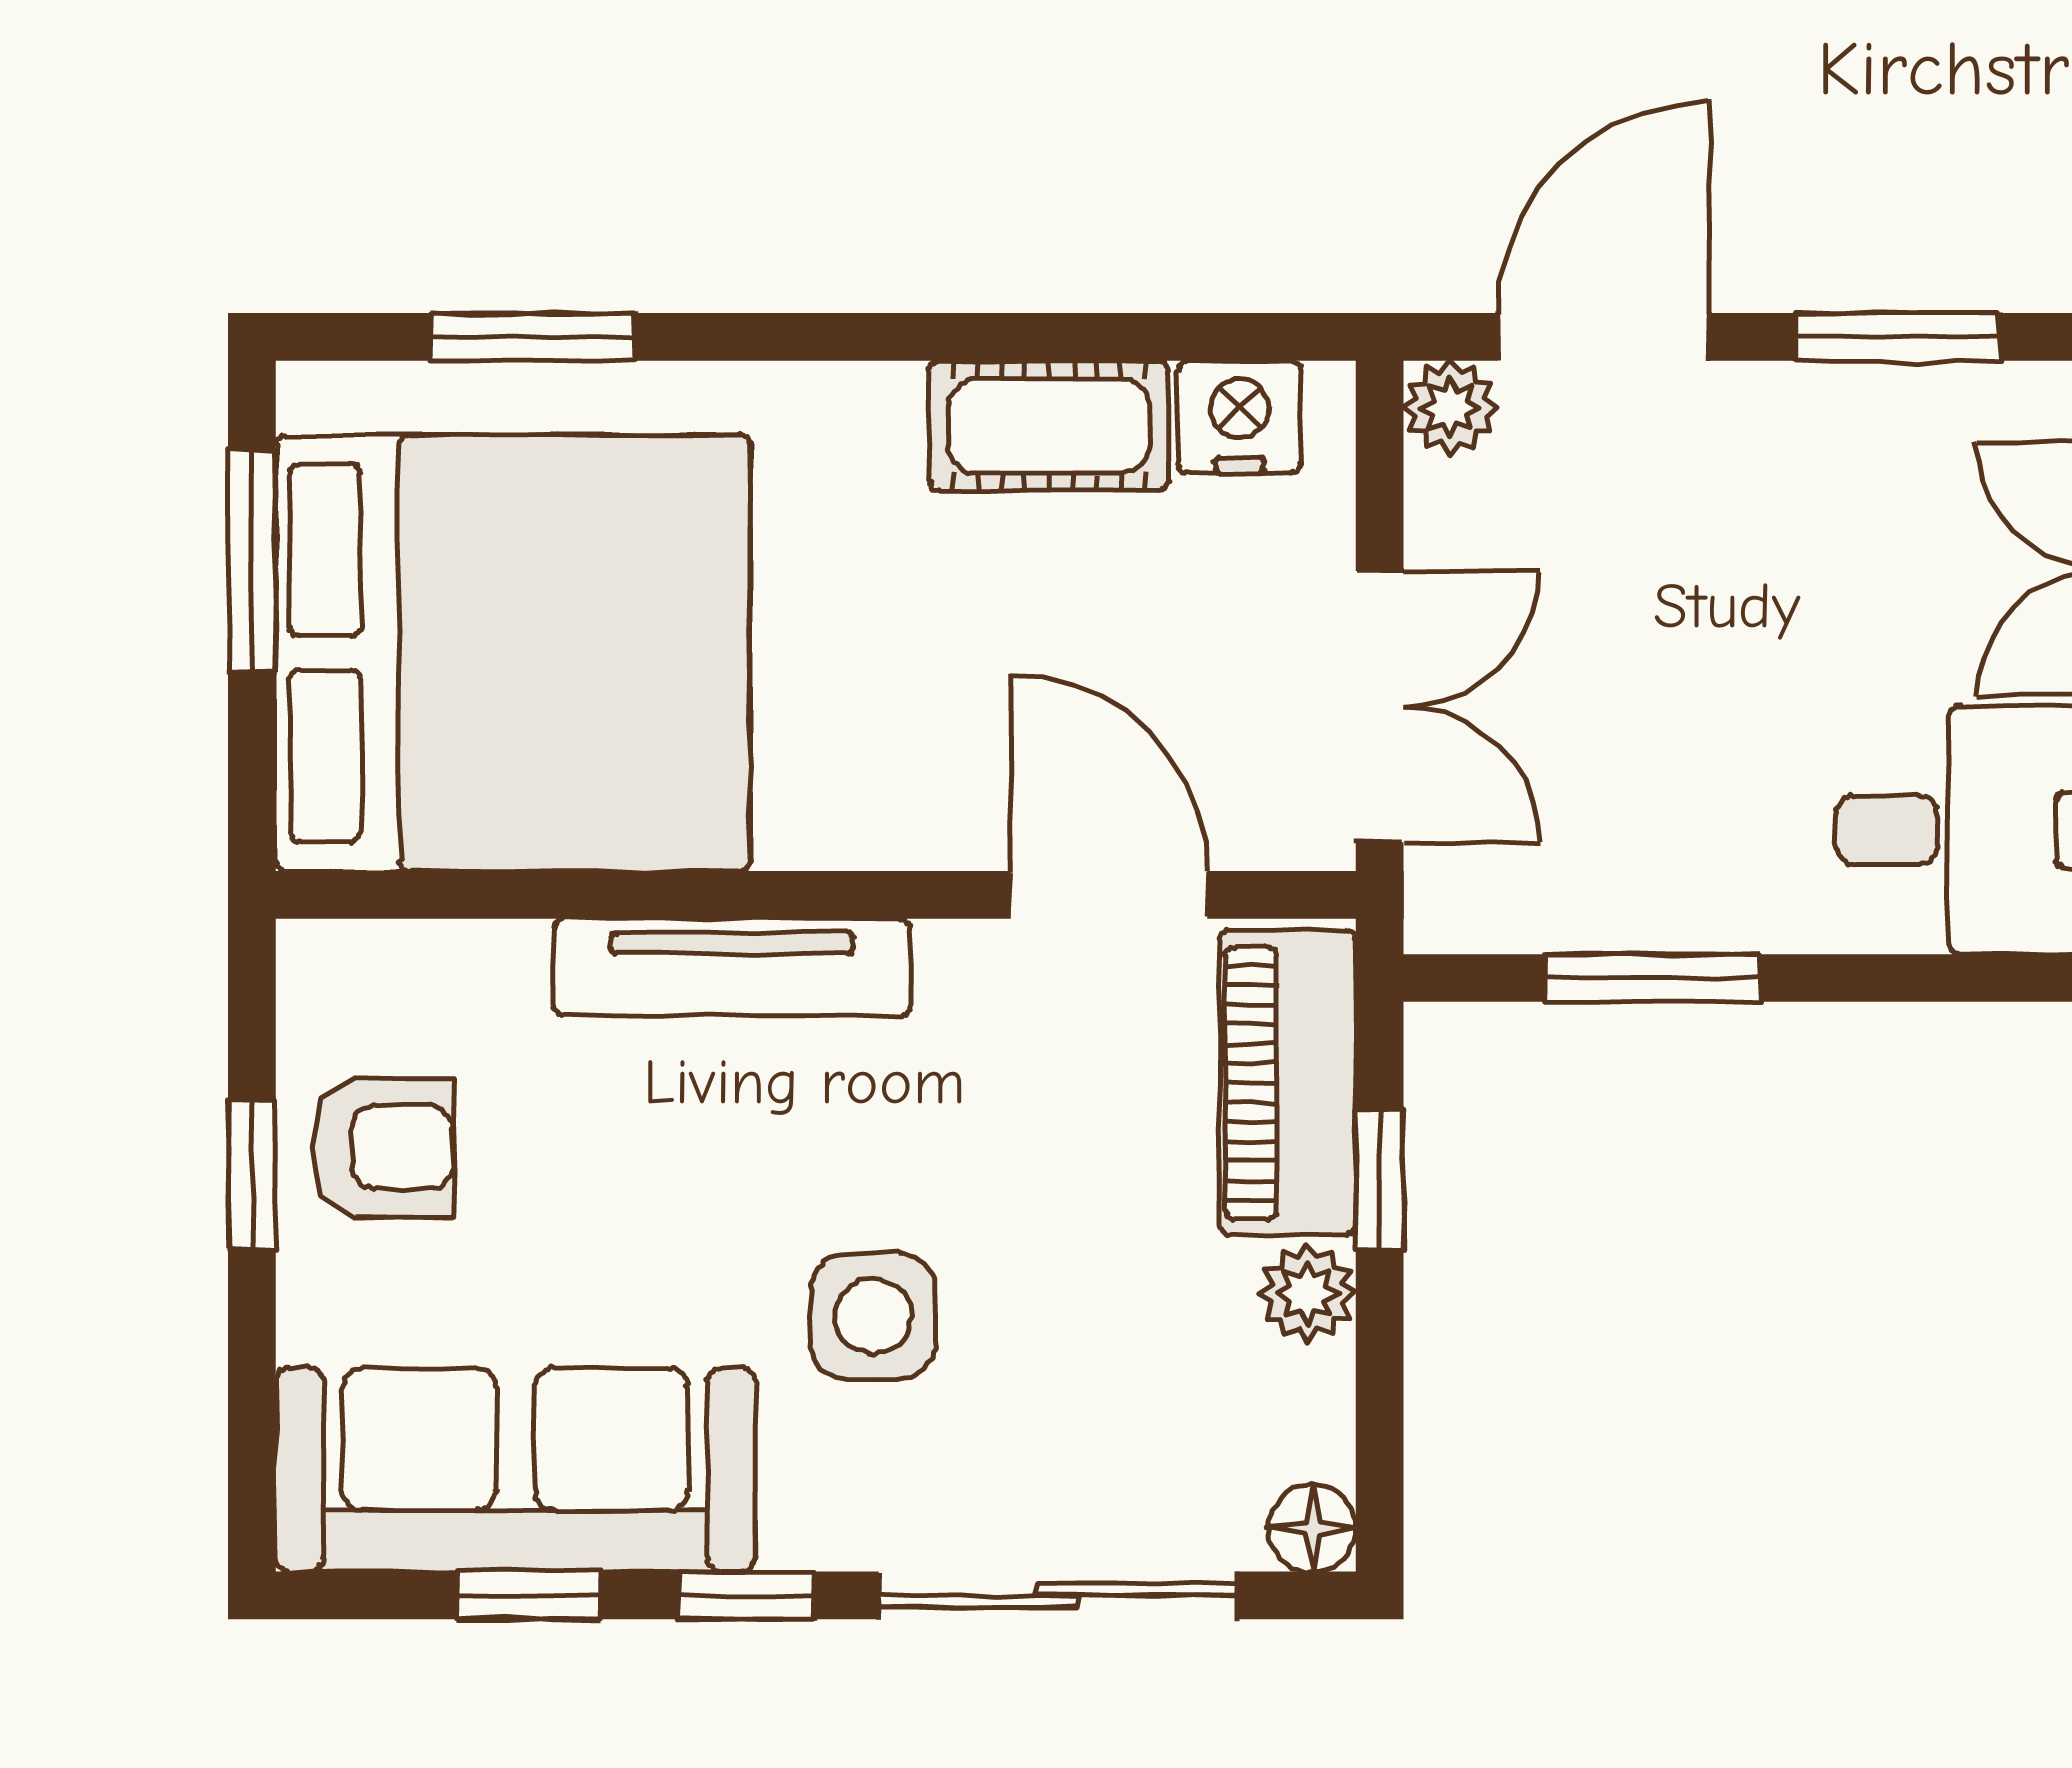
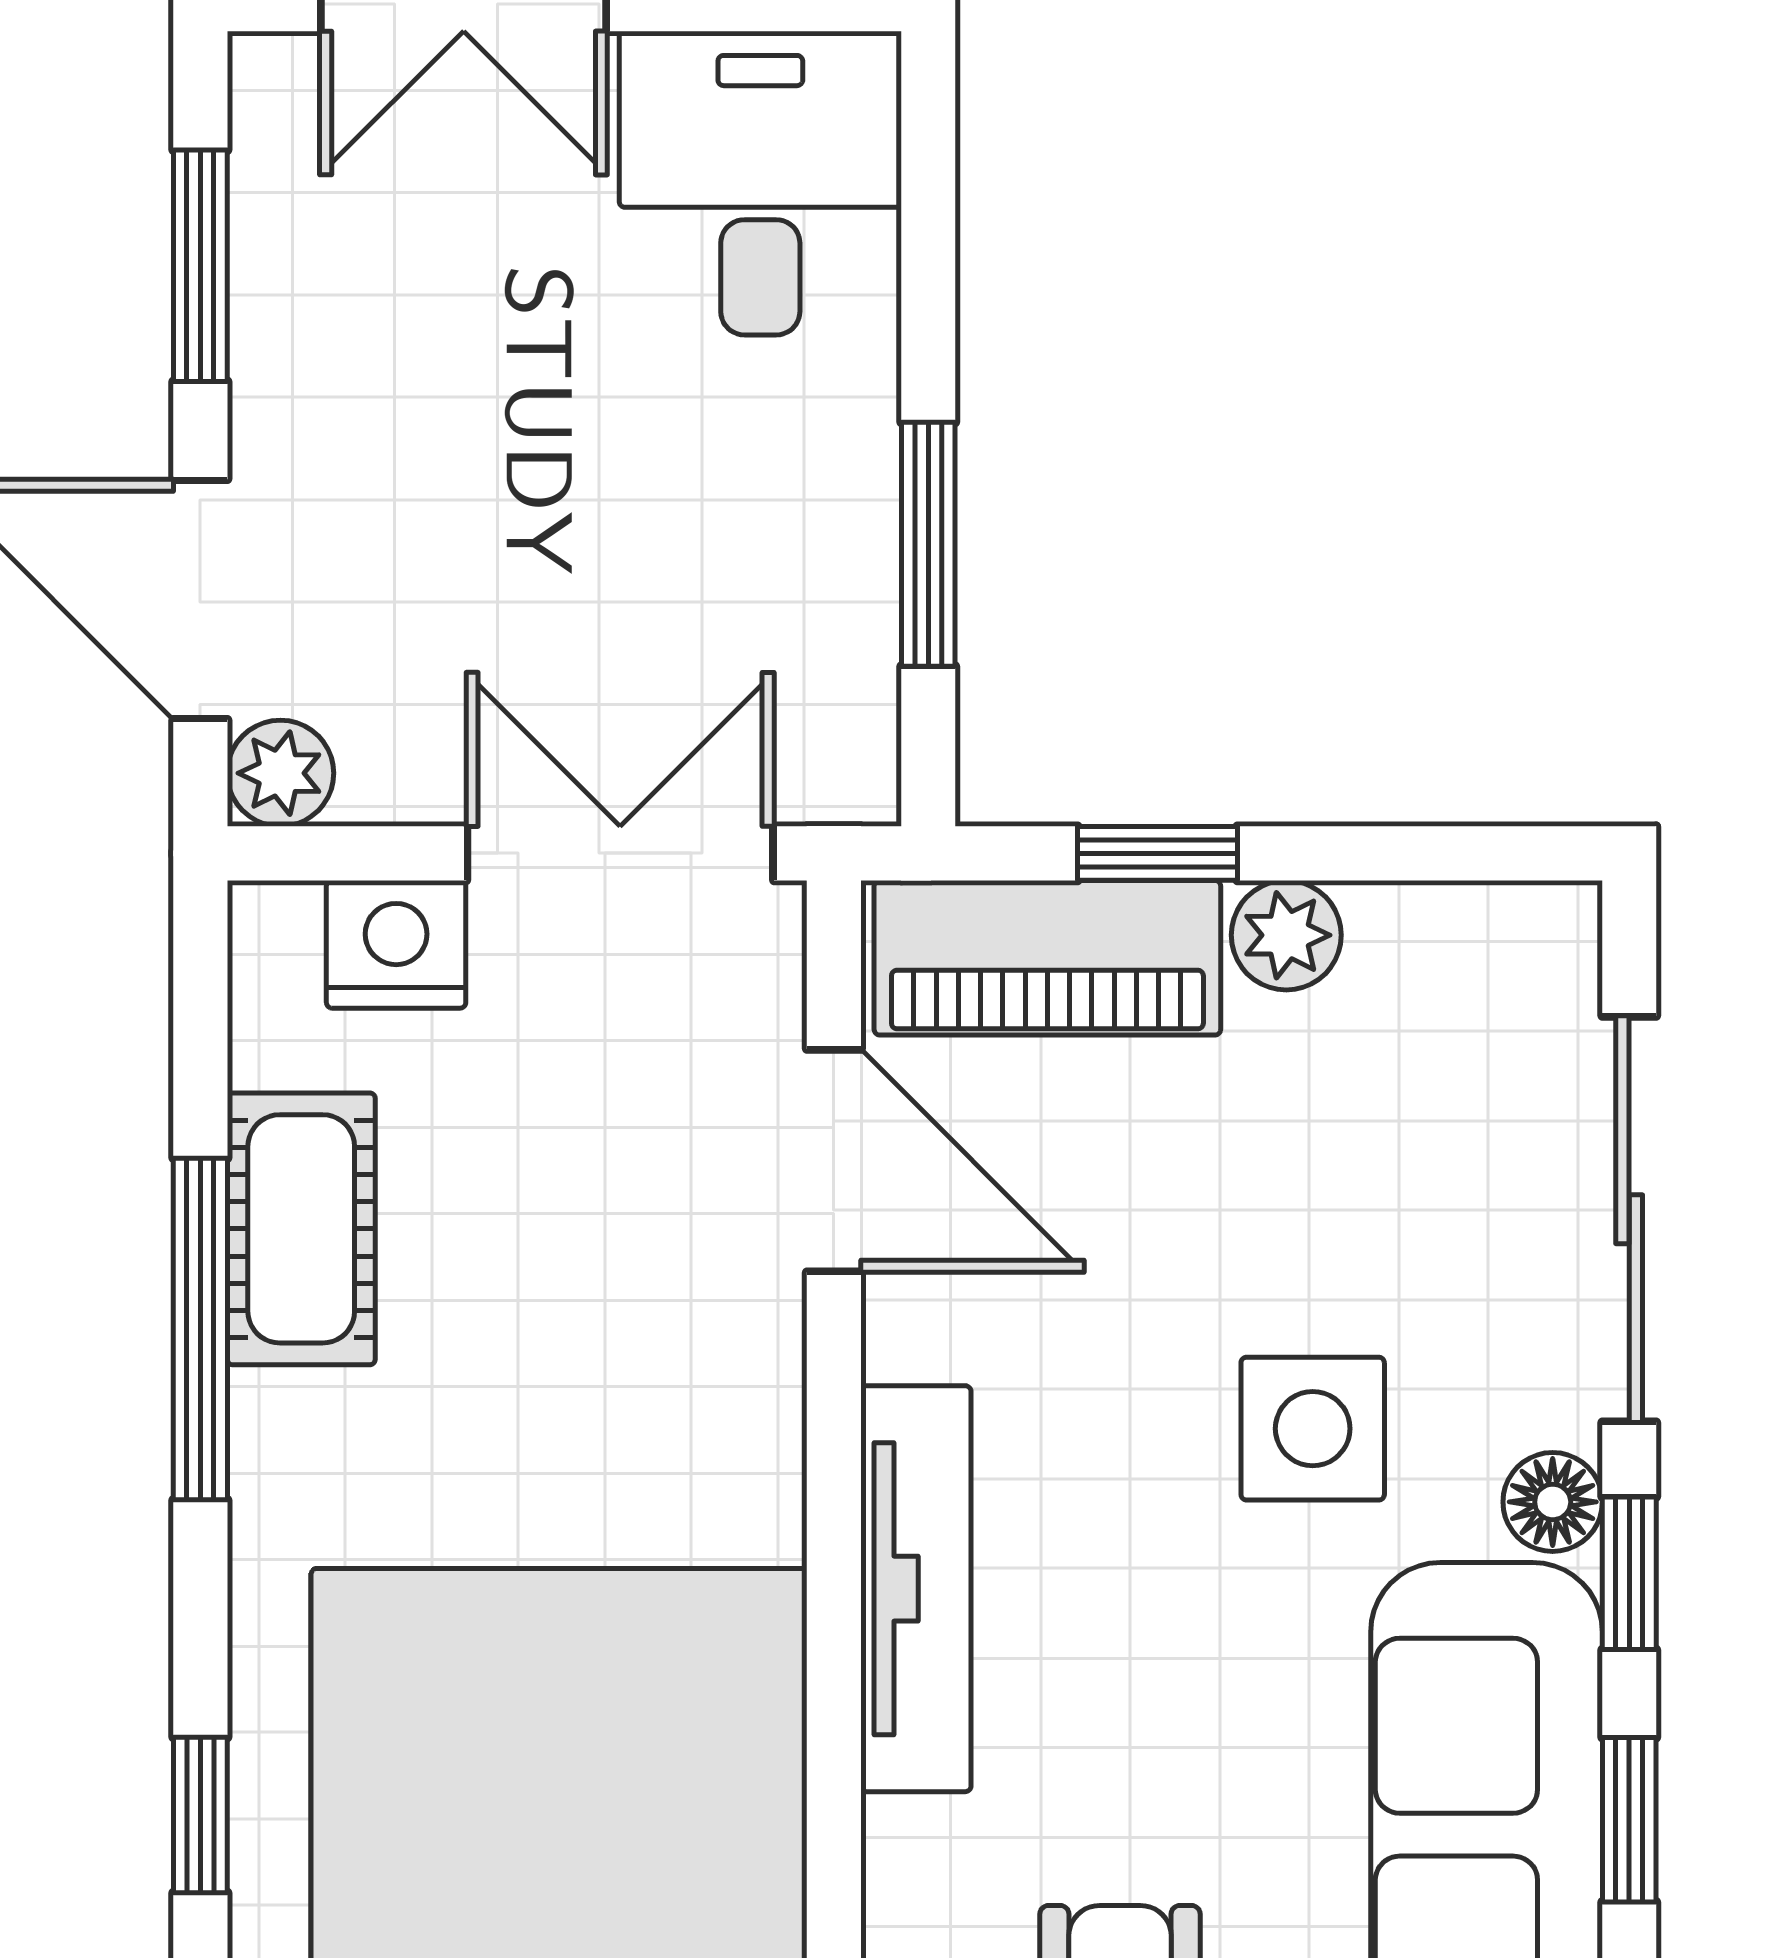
window: (533, 337) -> (200, 1815), width x0.67
window: (961, 337) -> (200, 1329), added
nightstand: (1240, 417) -> (396, 944), moved, turned 90
door: (1109, 895) -> (834, 1161), swing flipped
floor lamp: (1312, 1528) -> (1553, 1502), moved

